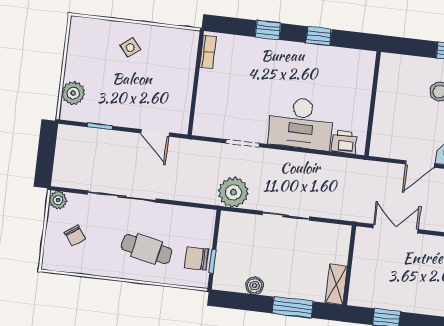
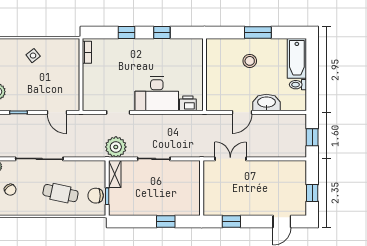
shelving: (336, 284) -> (115, 174), moved
boiler: (255, 286) -> (138, 210), removed
window: (293, 307) -> (166, 221), width x0.67

